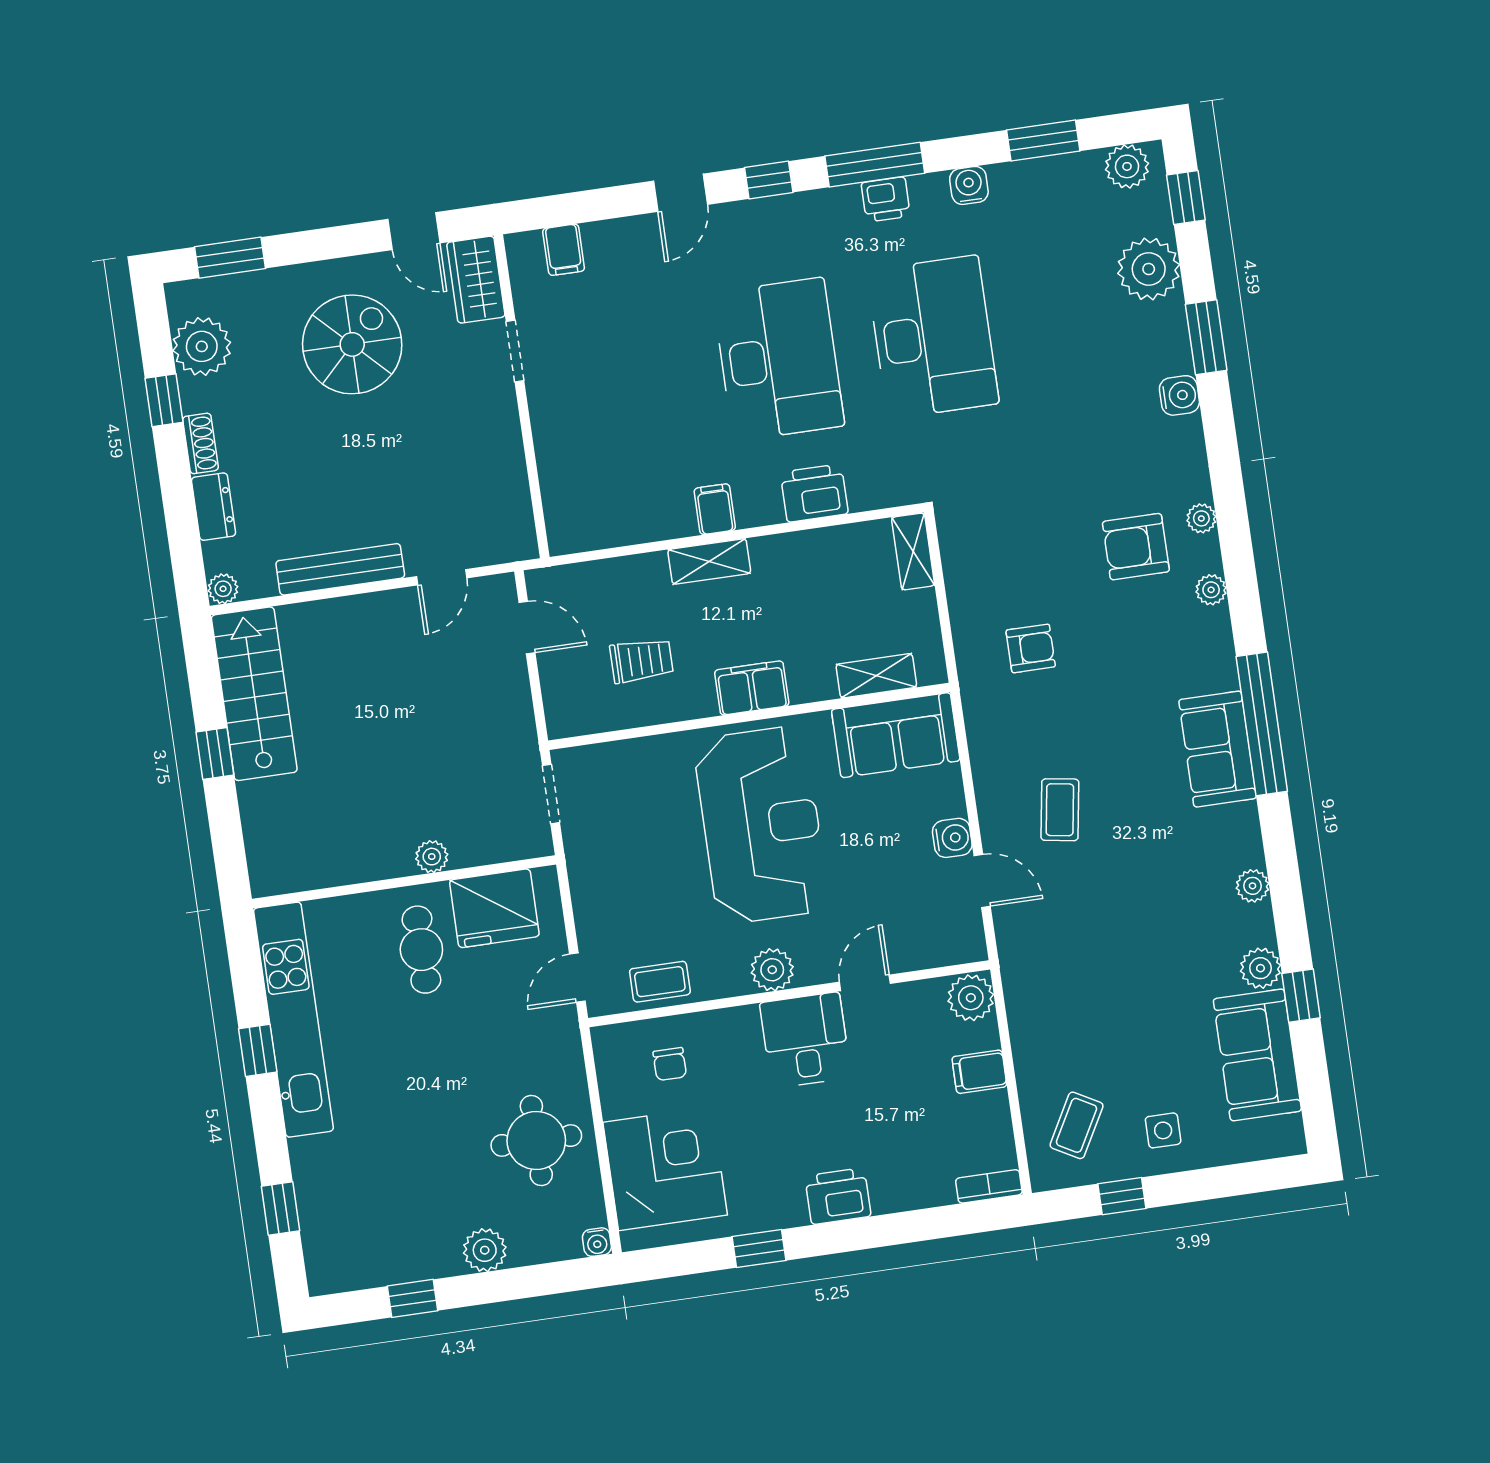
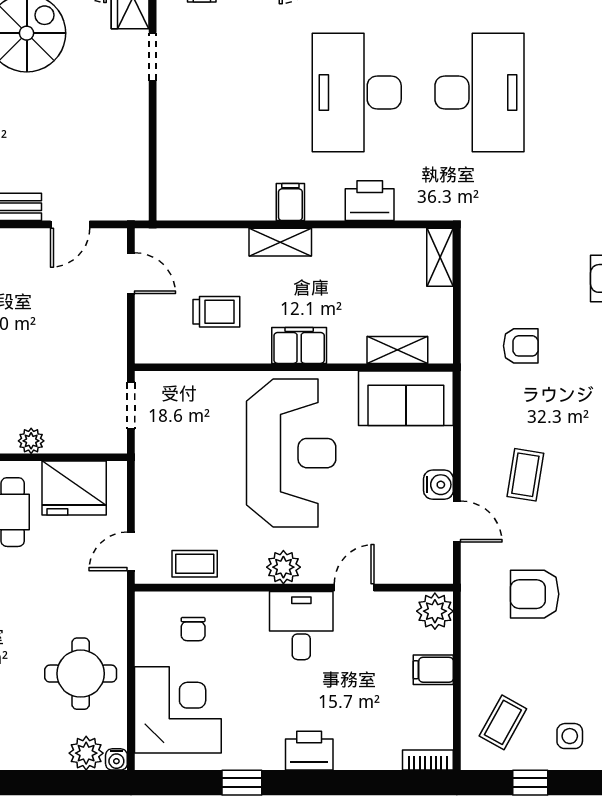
desk: (778, 359) -> (357, 92), turned 180
armchair: (1093, 958) -> (535, 594), added
plant: (485, 1250) -> (86, 753), moved

